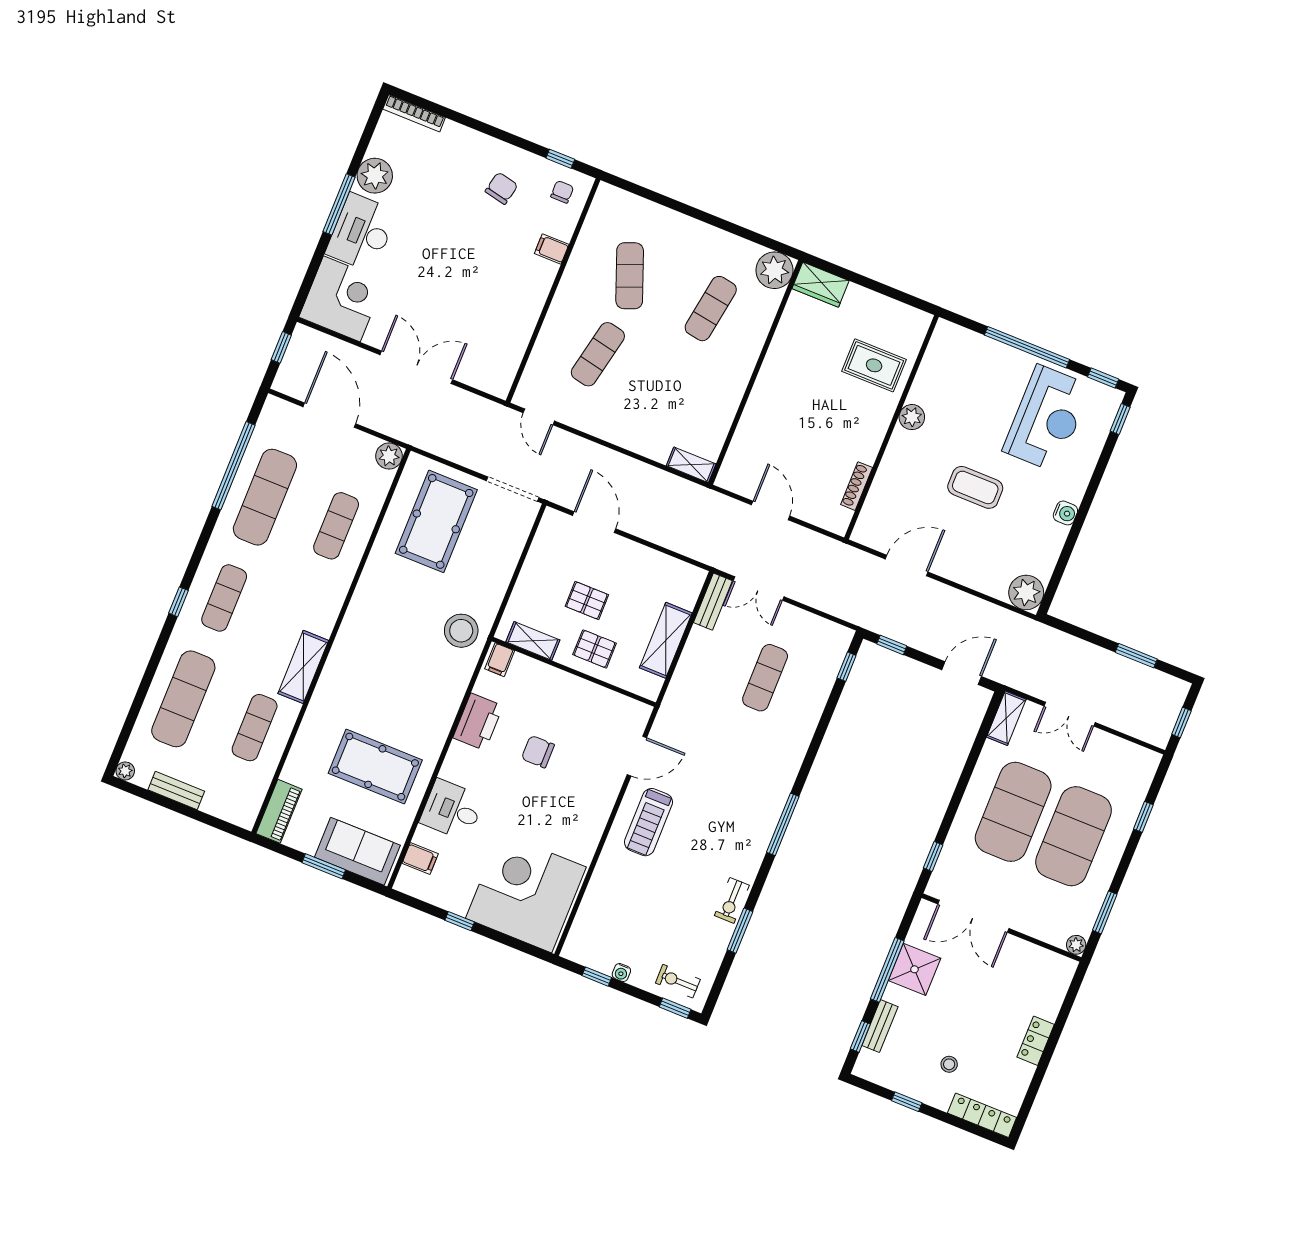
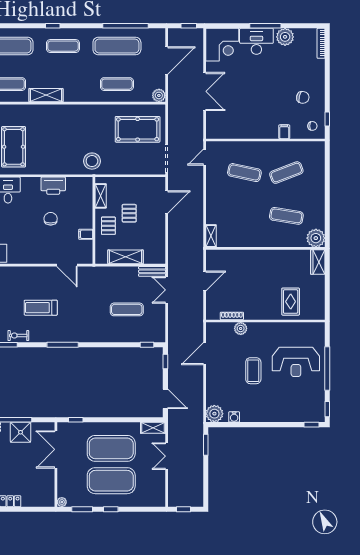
plant: (912, 417) -> (241, 329), moved
reception desk: (1047, 418) -> (296, 362), moved
water cooler: (1065, 513) -> (234, 417), moved
door: (907, 565) -> (205, 354), swing flipped
window: (1136, 656) -> (206, 445), moved
filing cabinet: (500, 660) -> (86, 234), moved
window: (1143, 817) -> (111, 509), moved
treadmill: (648, 822) -> (41, 308), moved

